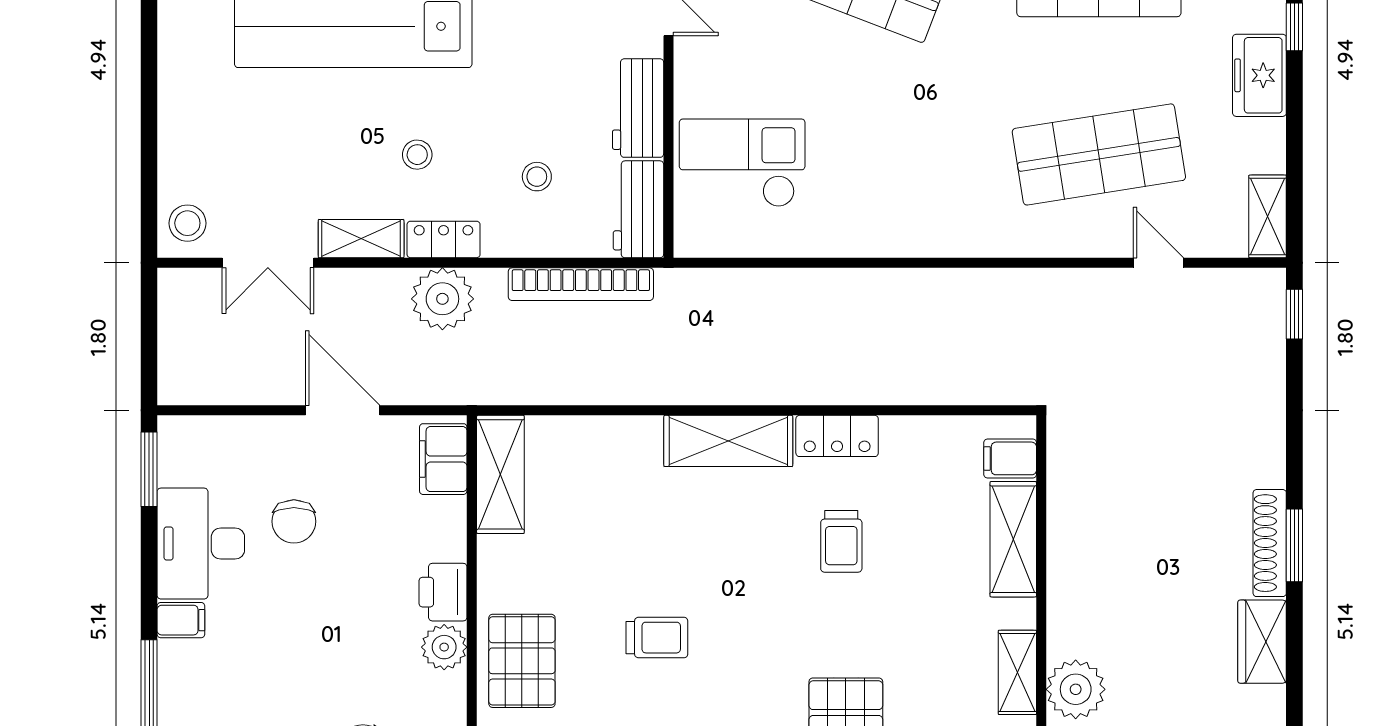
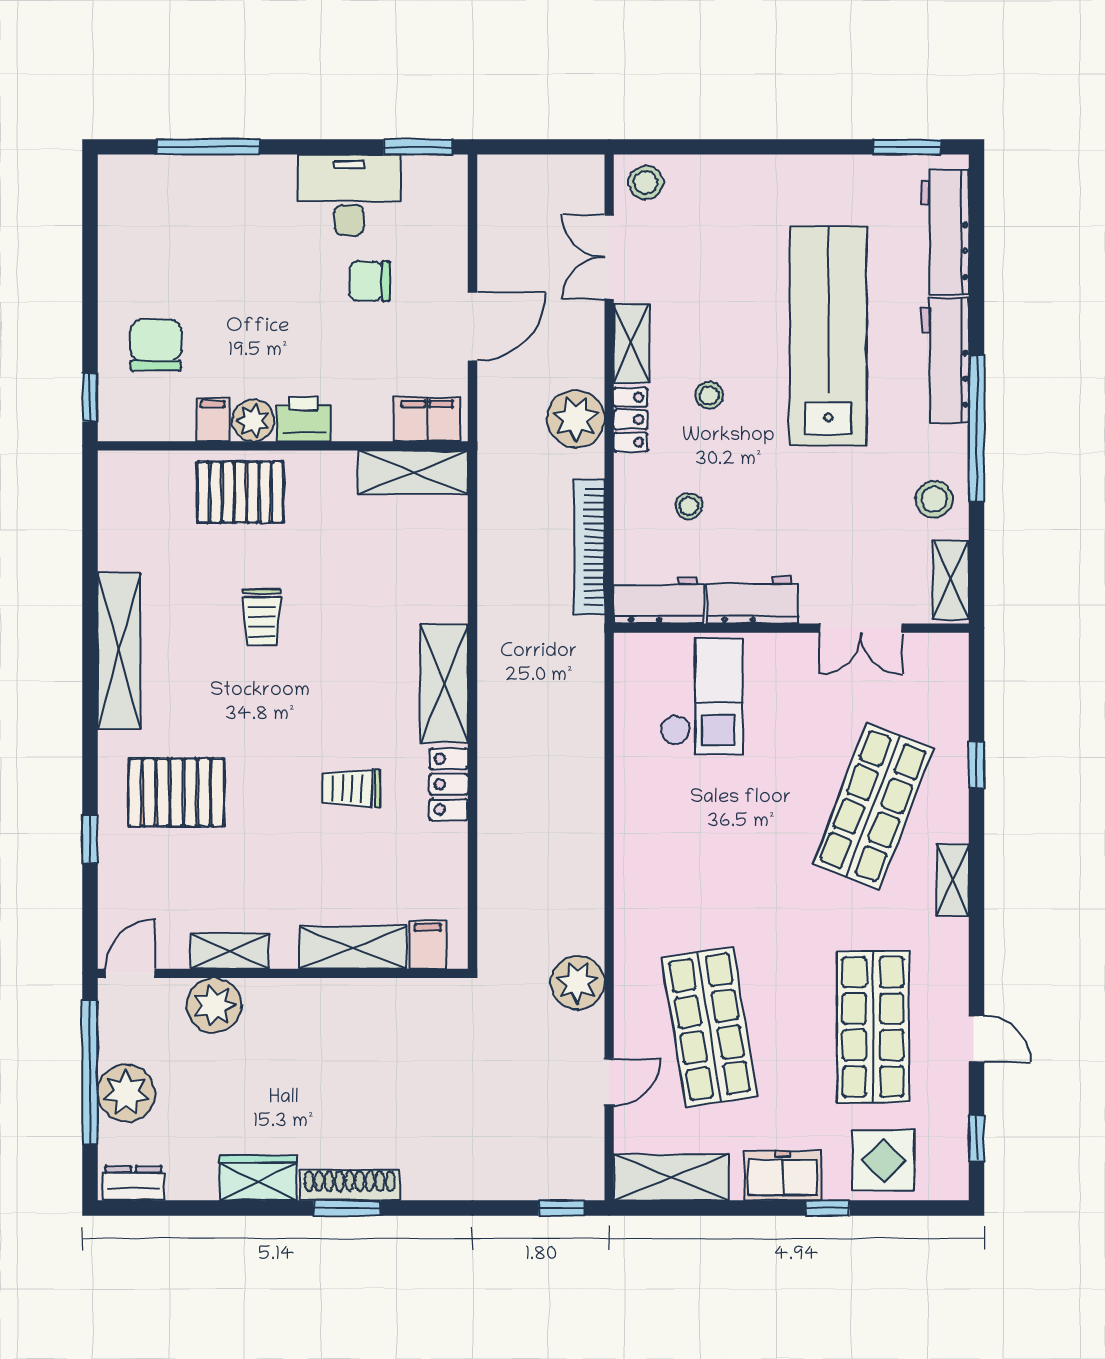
shelving: (1268, 216) -> (671, 1177), width x1.50, depth x1.33
plant: (1051, 297) -> (578, 983), added
filing cabinet: (181, 620) -> (213, 419), moved, turned 180

